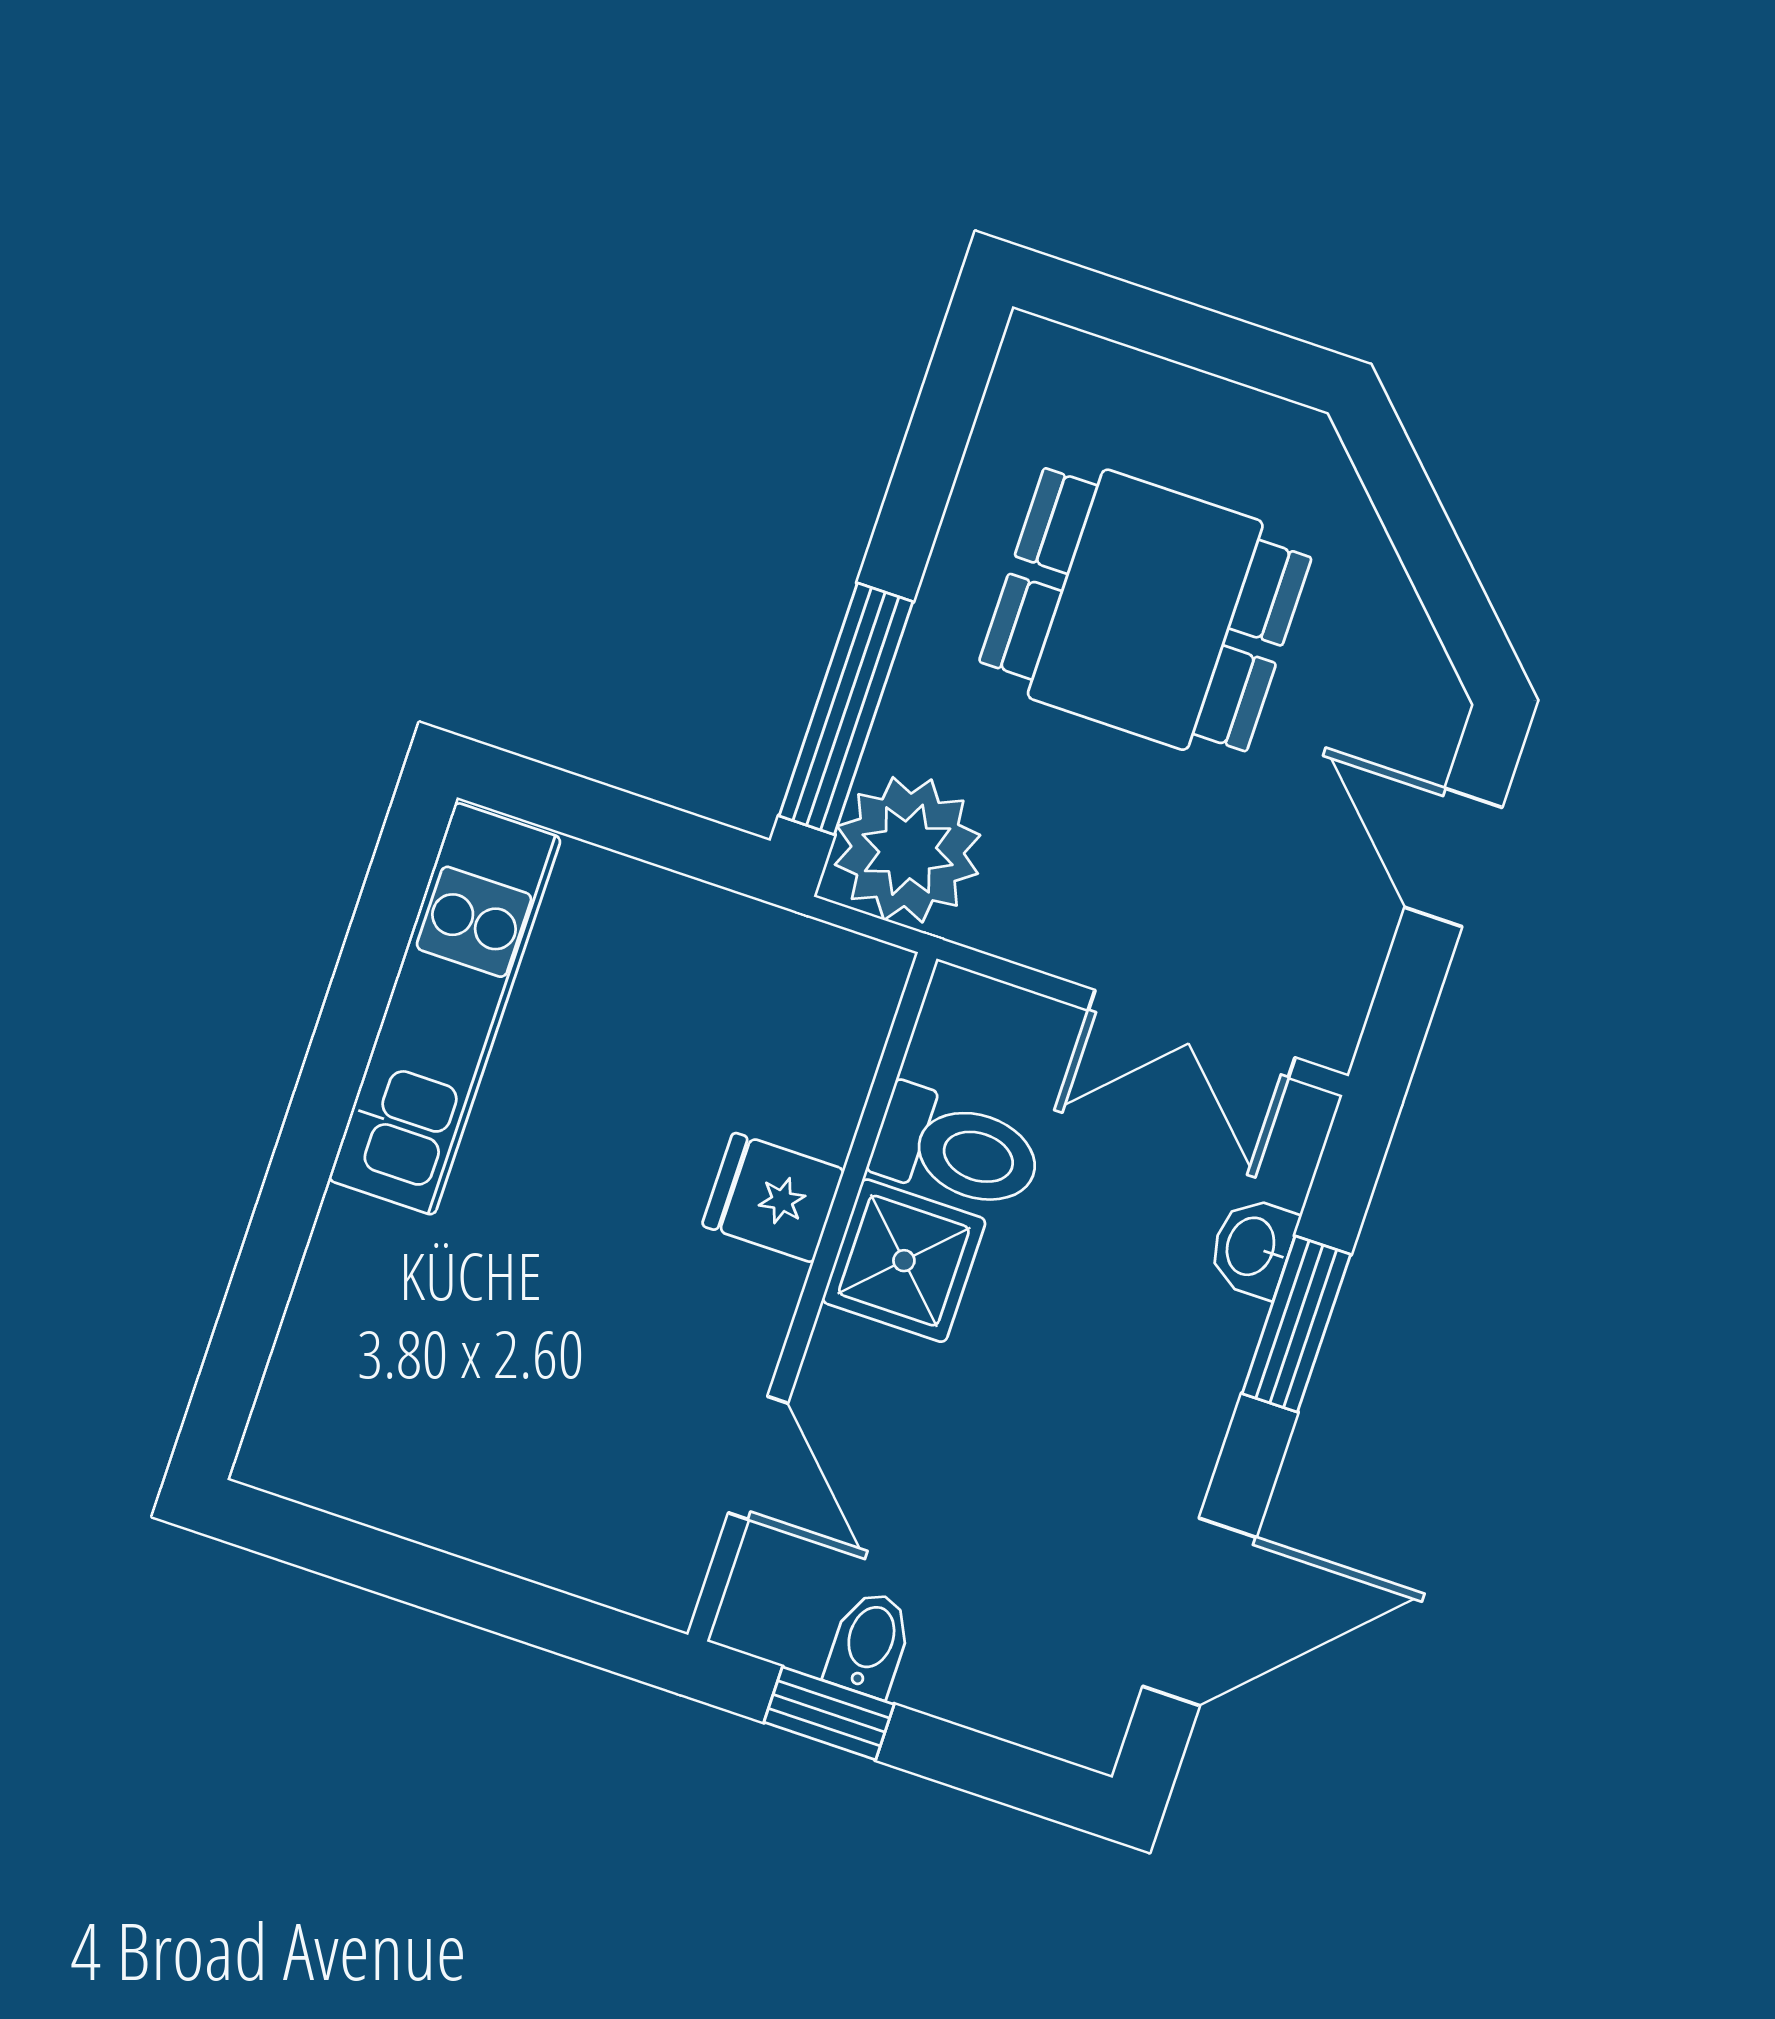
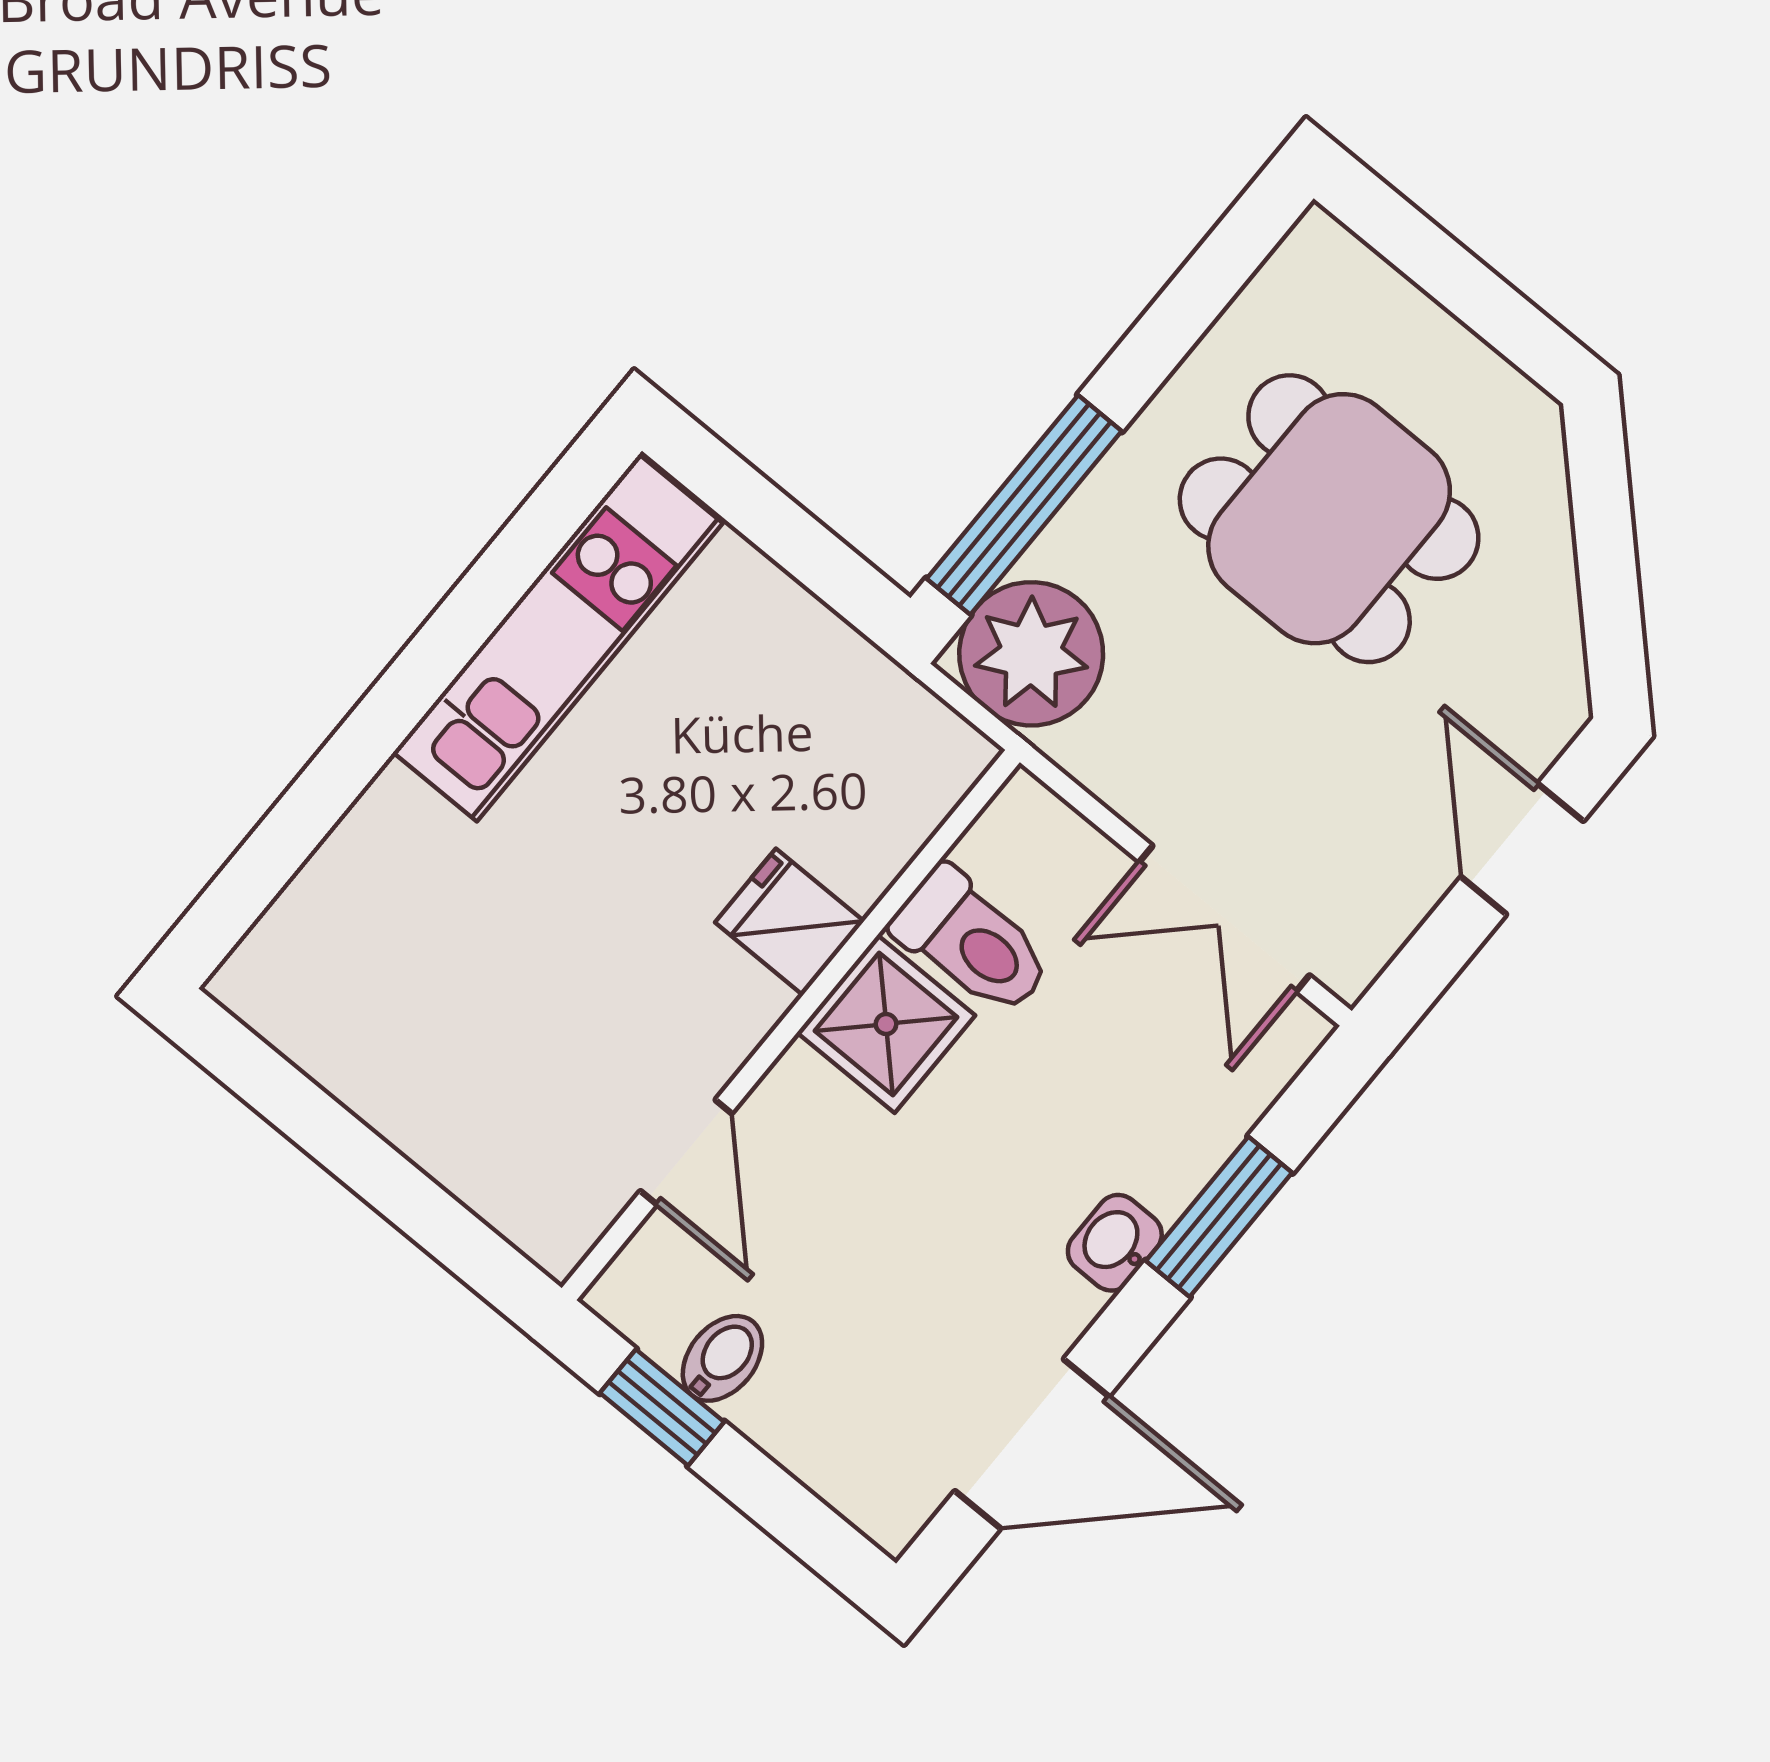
washbasin: (1253, 1247) -> (1115, 1243), moved

